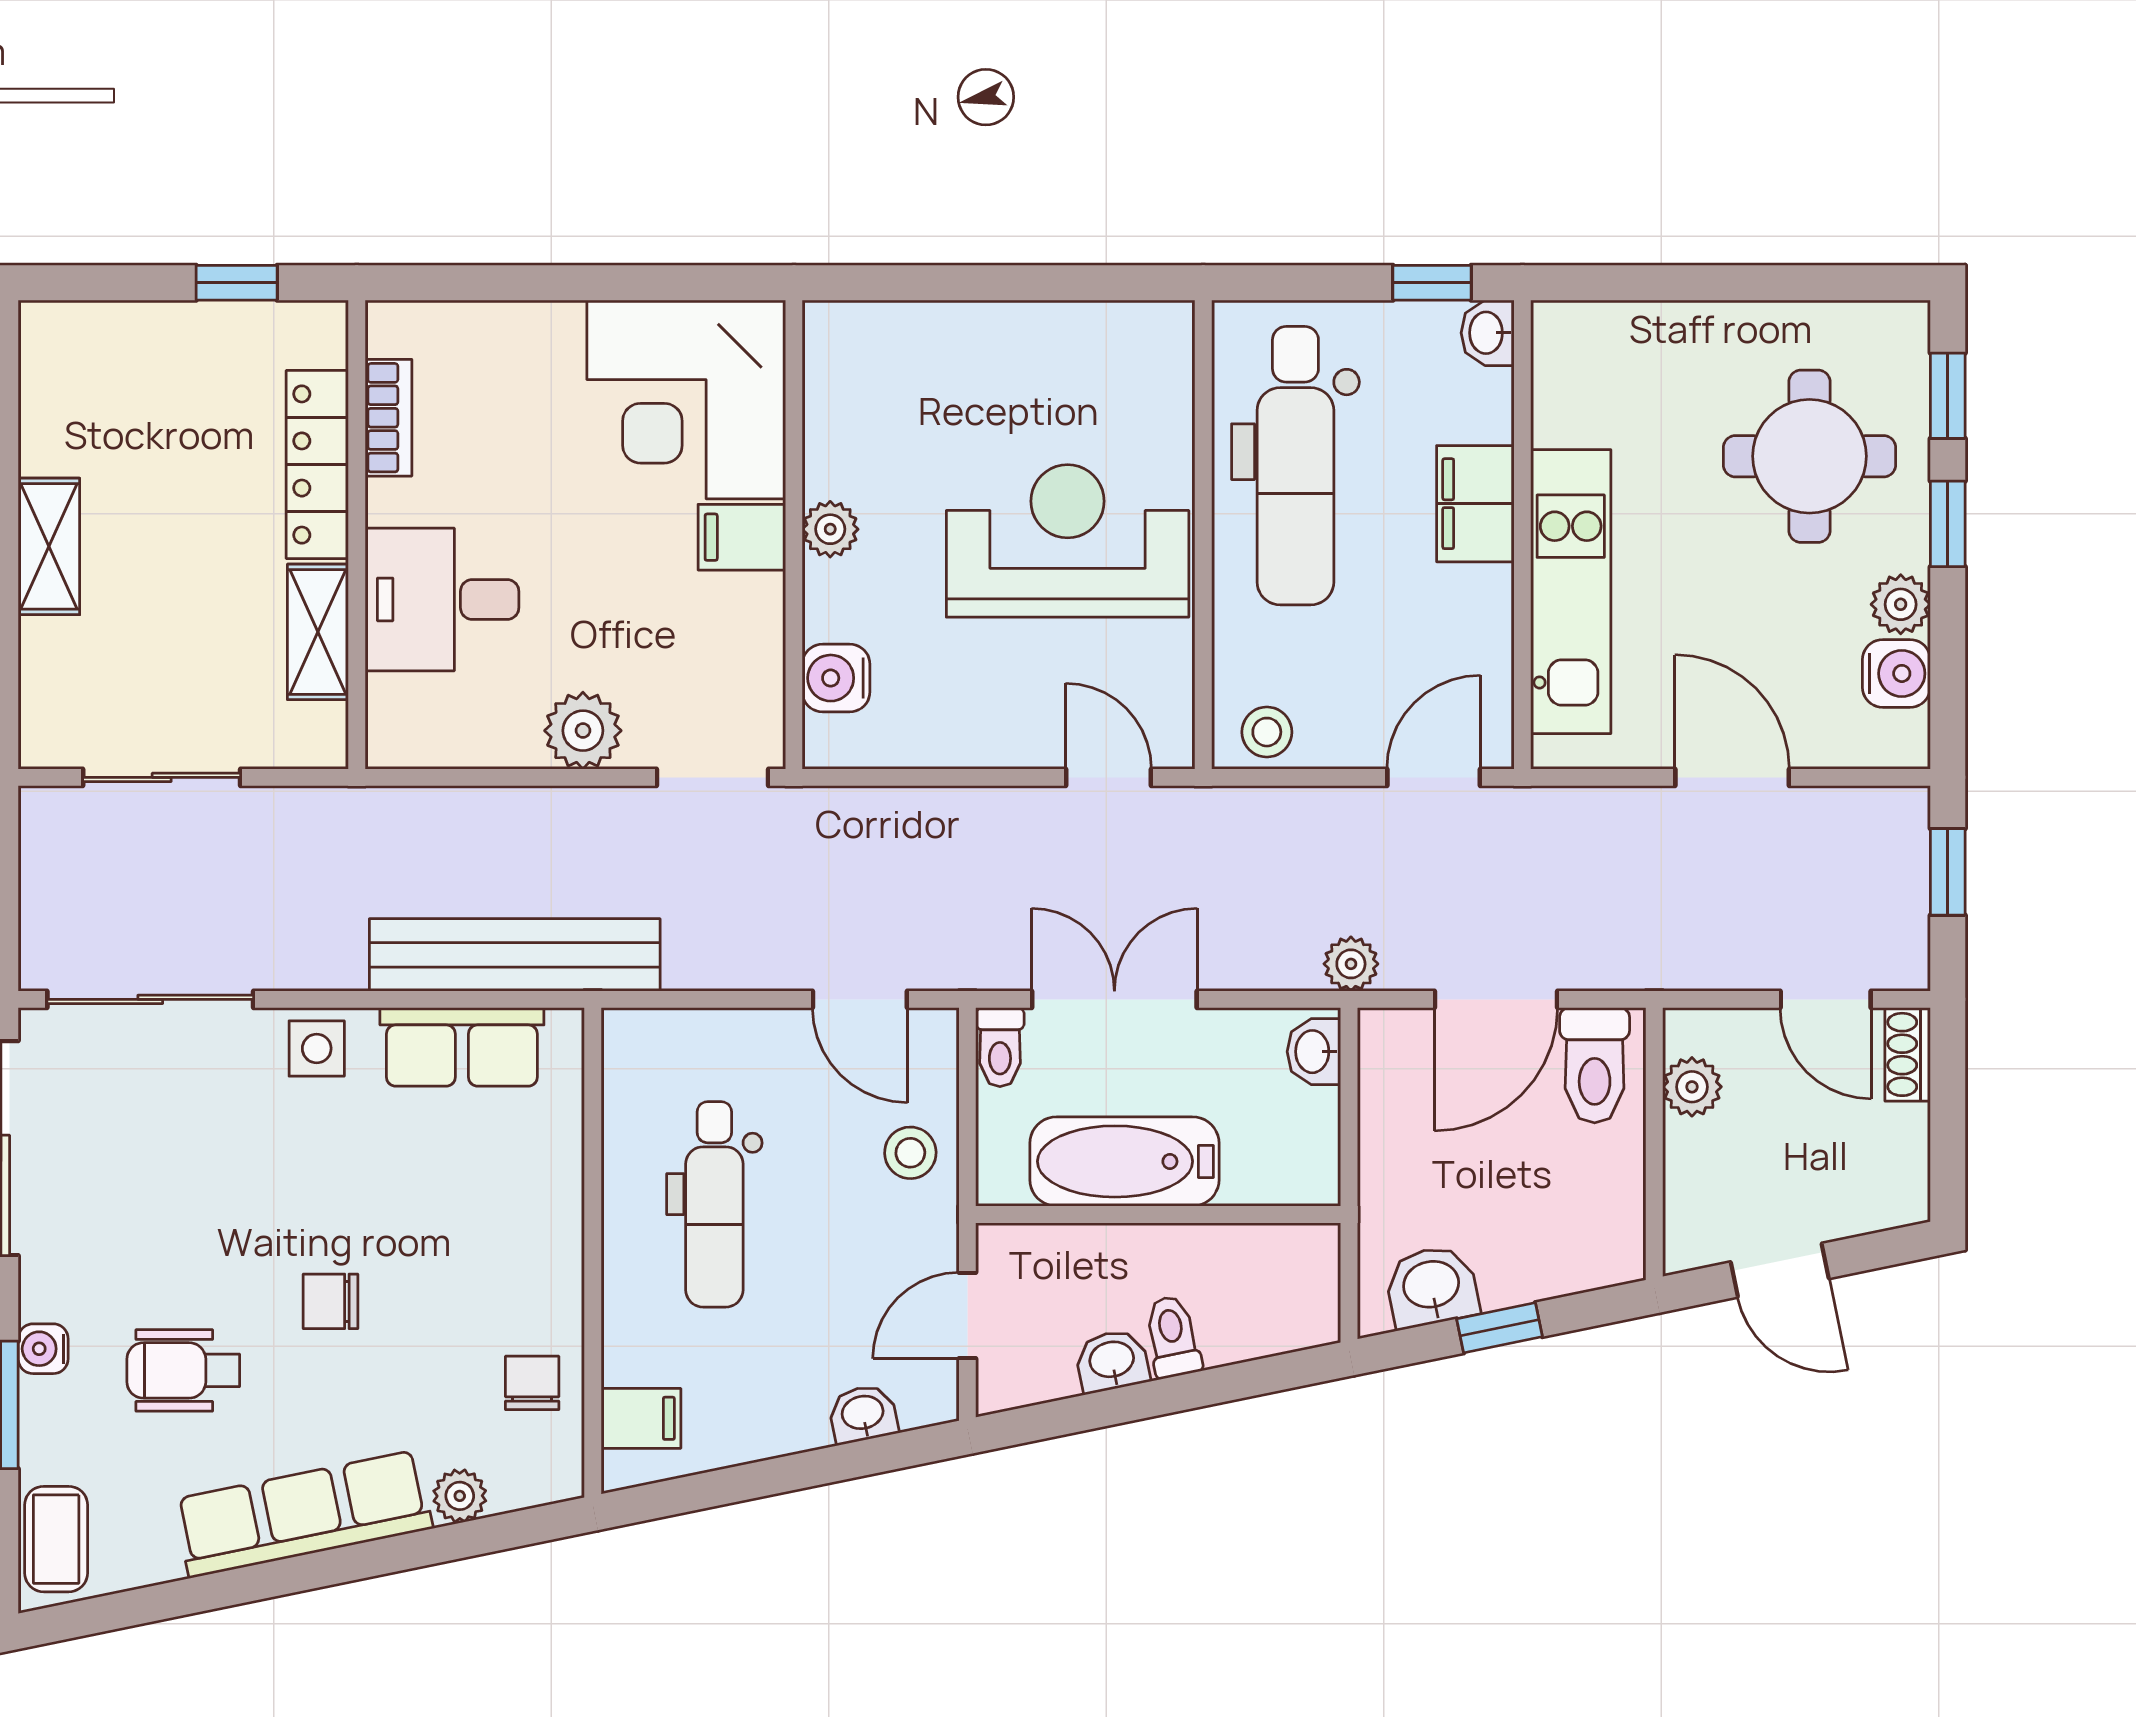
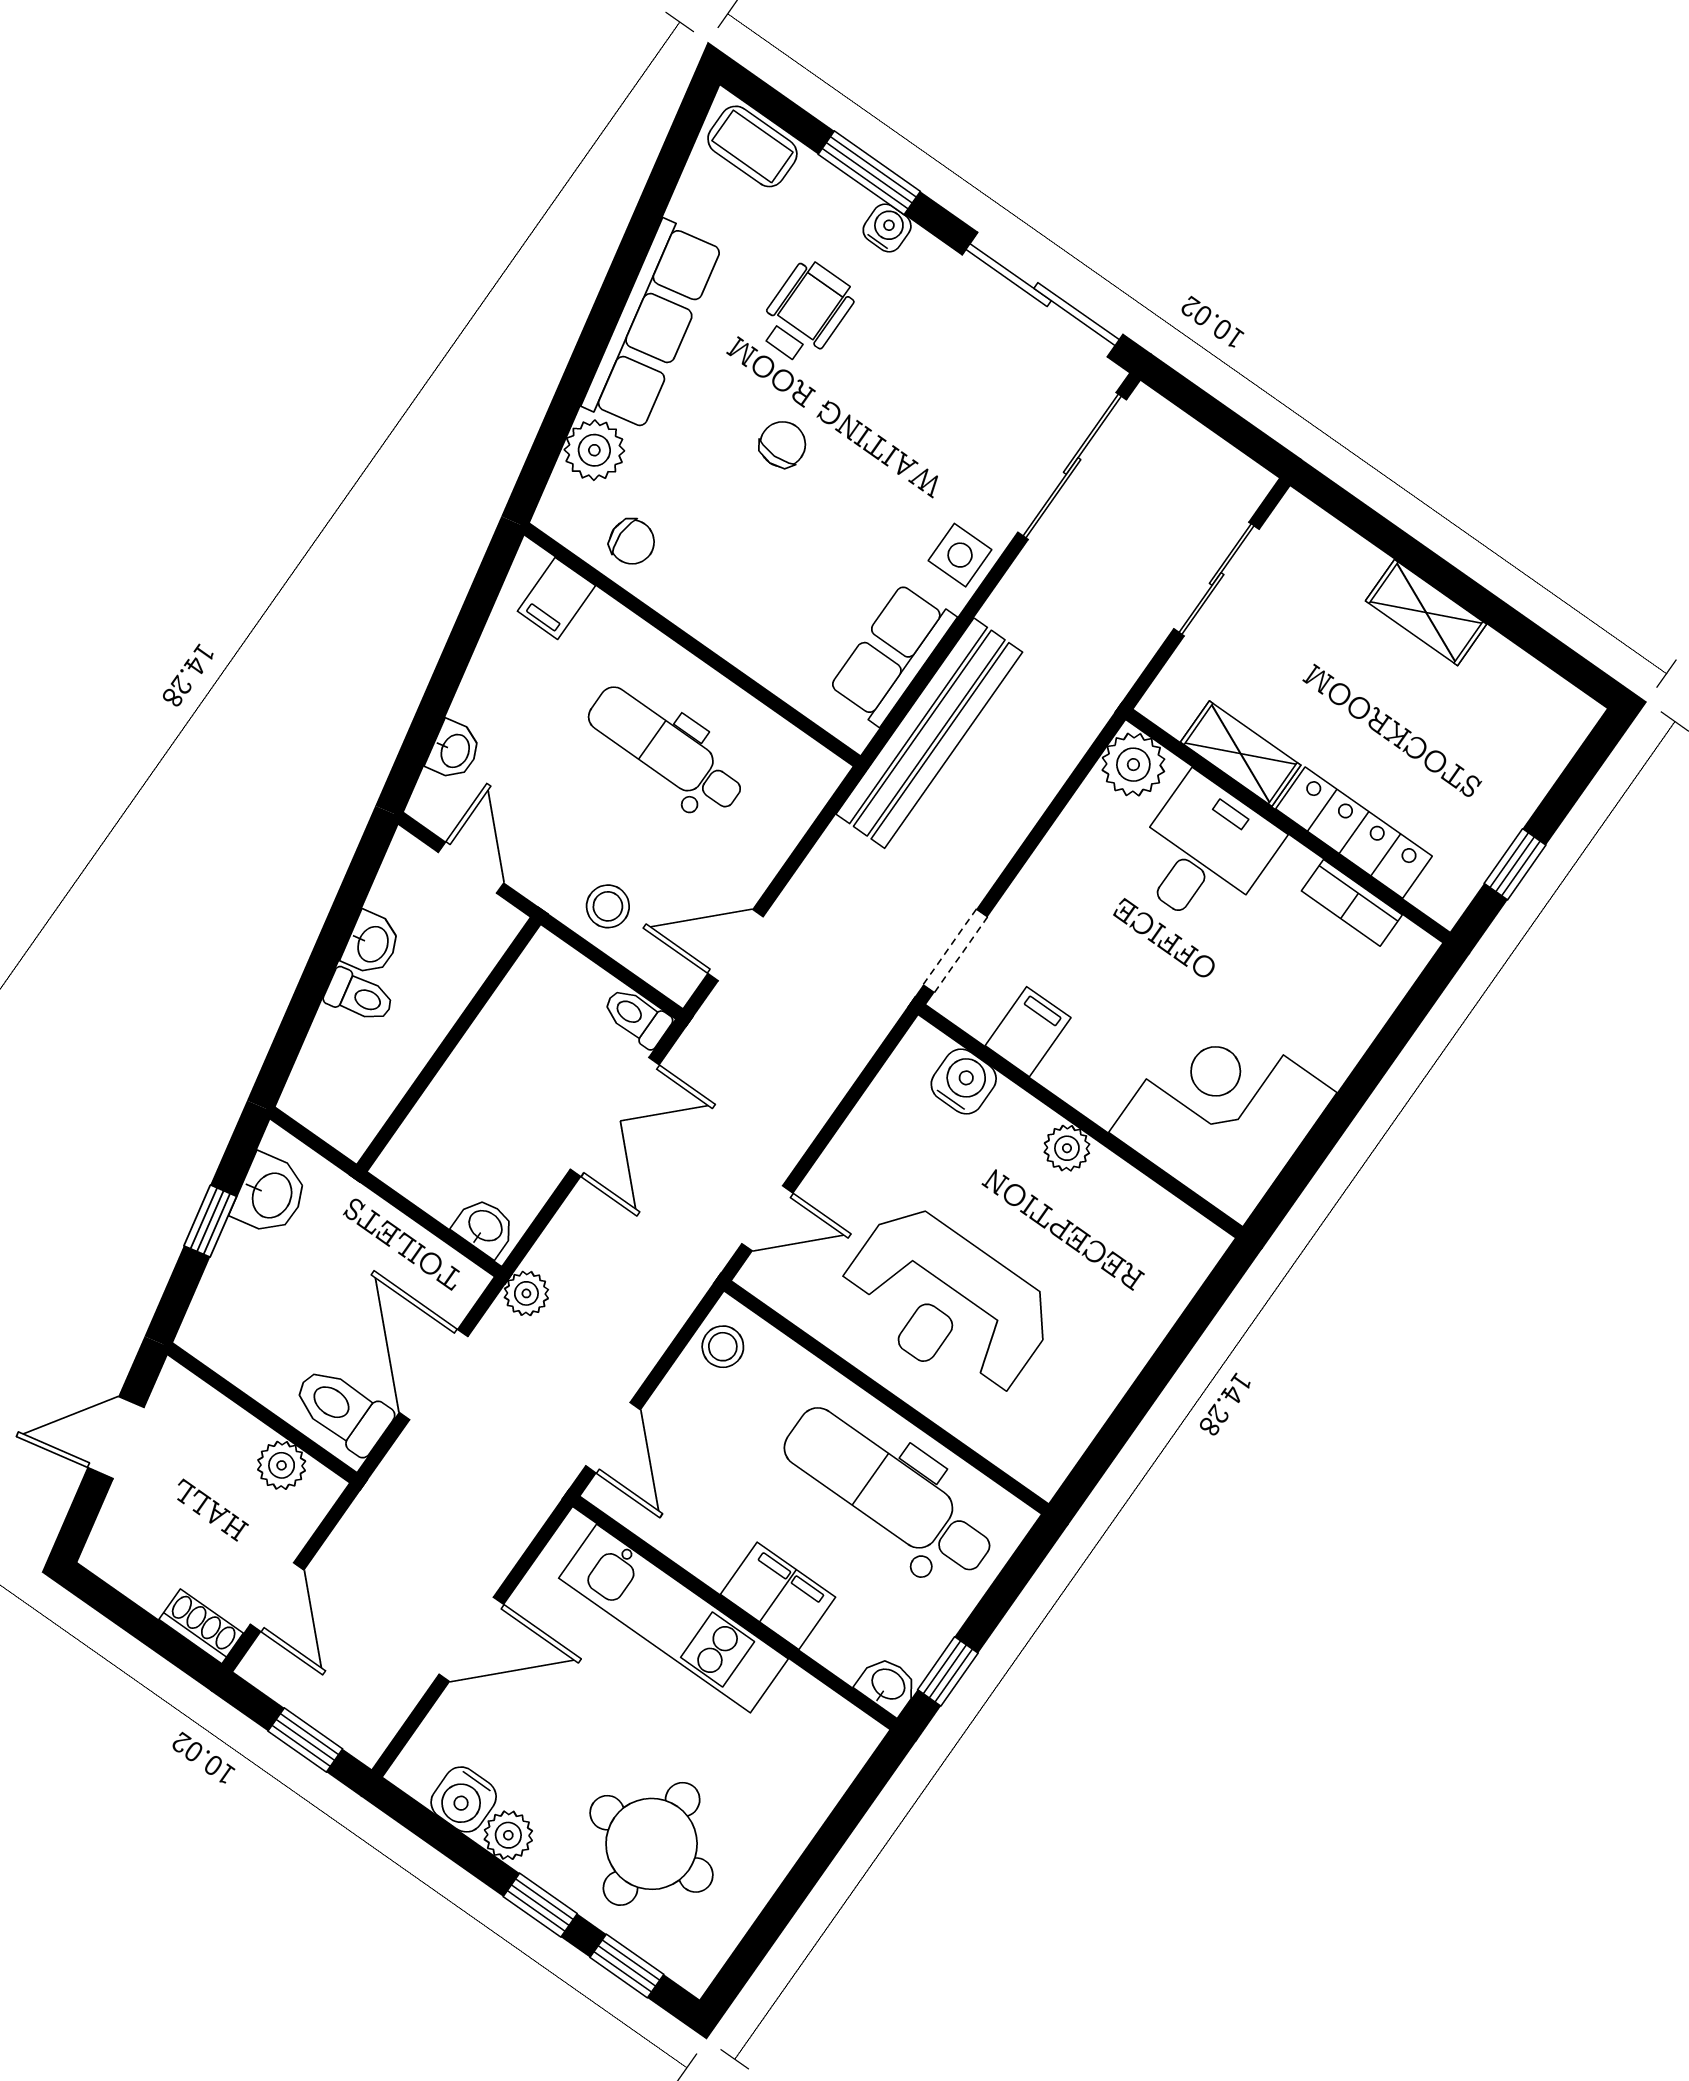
filing cabinet: (742, 537) -> (1028, 1032), moved
reception desk: (1068, 541) -> (946, 1303), turned 90
plant: (583, 731) -> (1133, 765), moved
door: (1826, 999) -> (277, 1597), swing flipped
bathtub: (1124, 1161) -> (500, 1047), removed
plant: (460, 1496) -> (594, 450), width x1.38, depth x1.38

